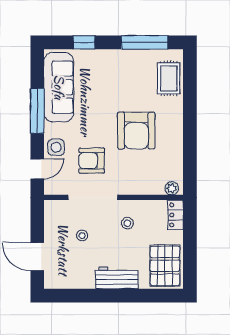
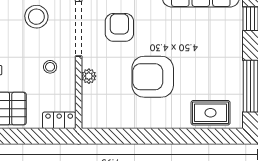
plant: (172, 188) -> (89, 76), moved
stool: (82, 236) -> (36, 17), width x1.89, depth x1.89

